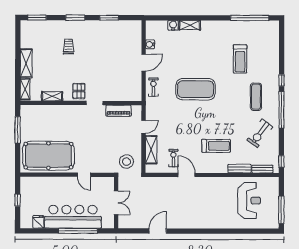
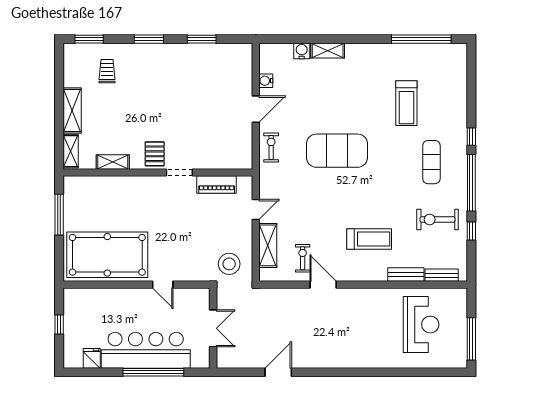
trolley: (68, 46) -> (107, 71), moved
exercise bike: (260, 133) -> (437, 220), turned 54
window: (281, 161) -> (471, 231), moved

